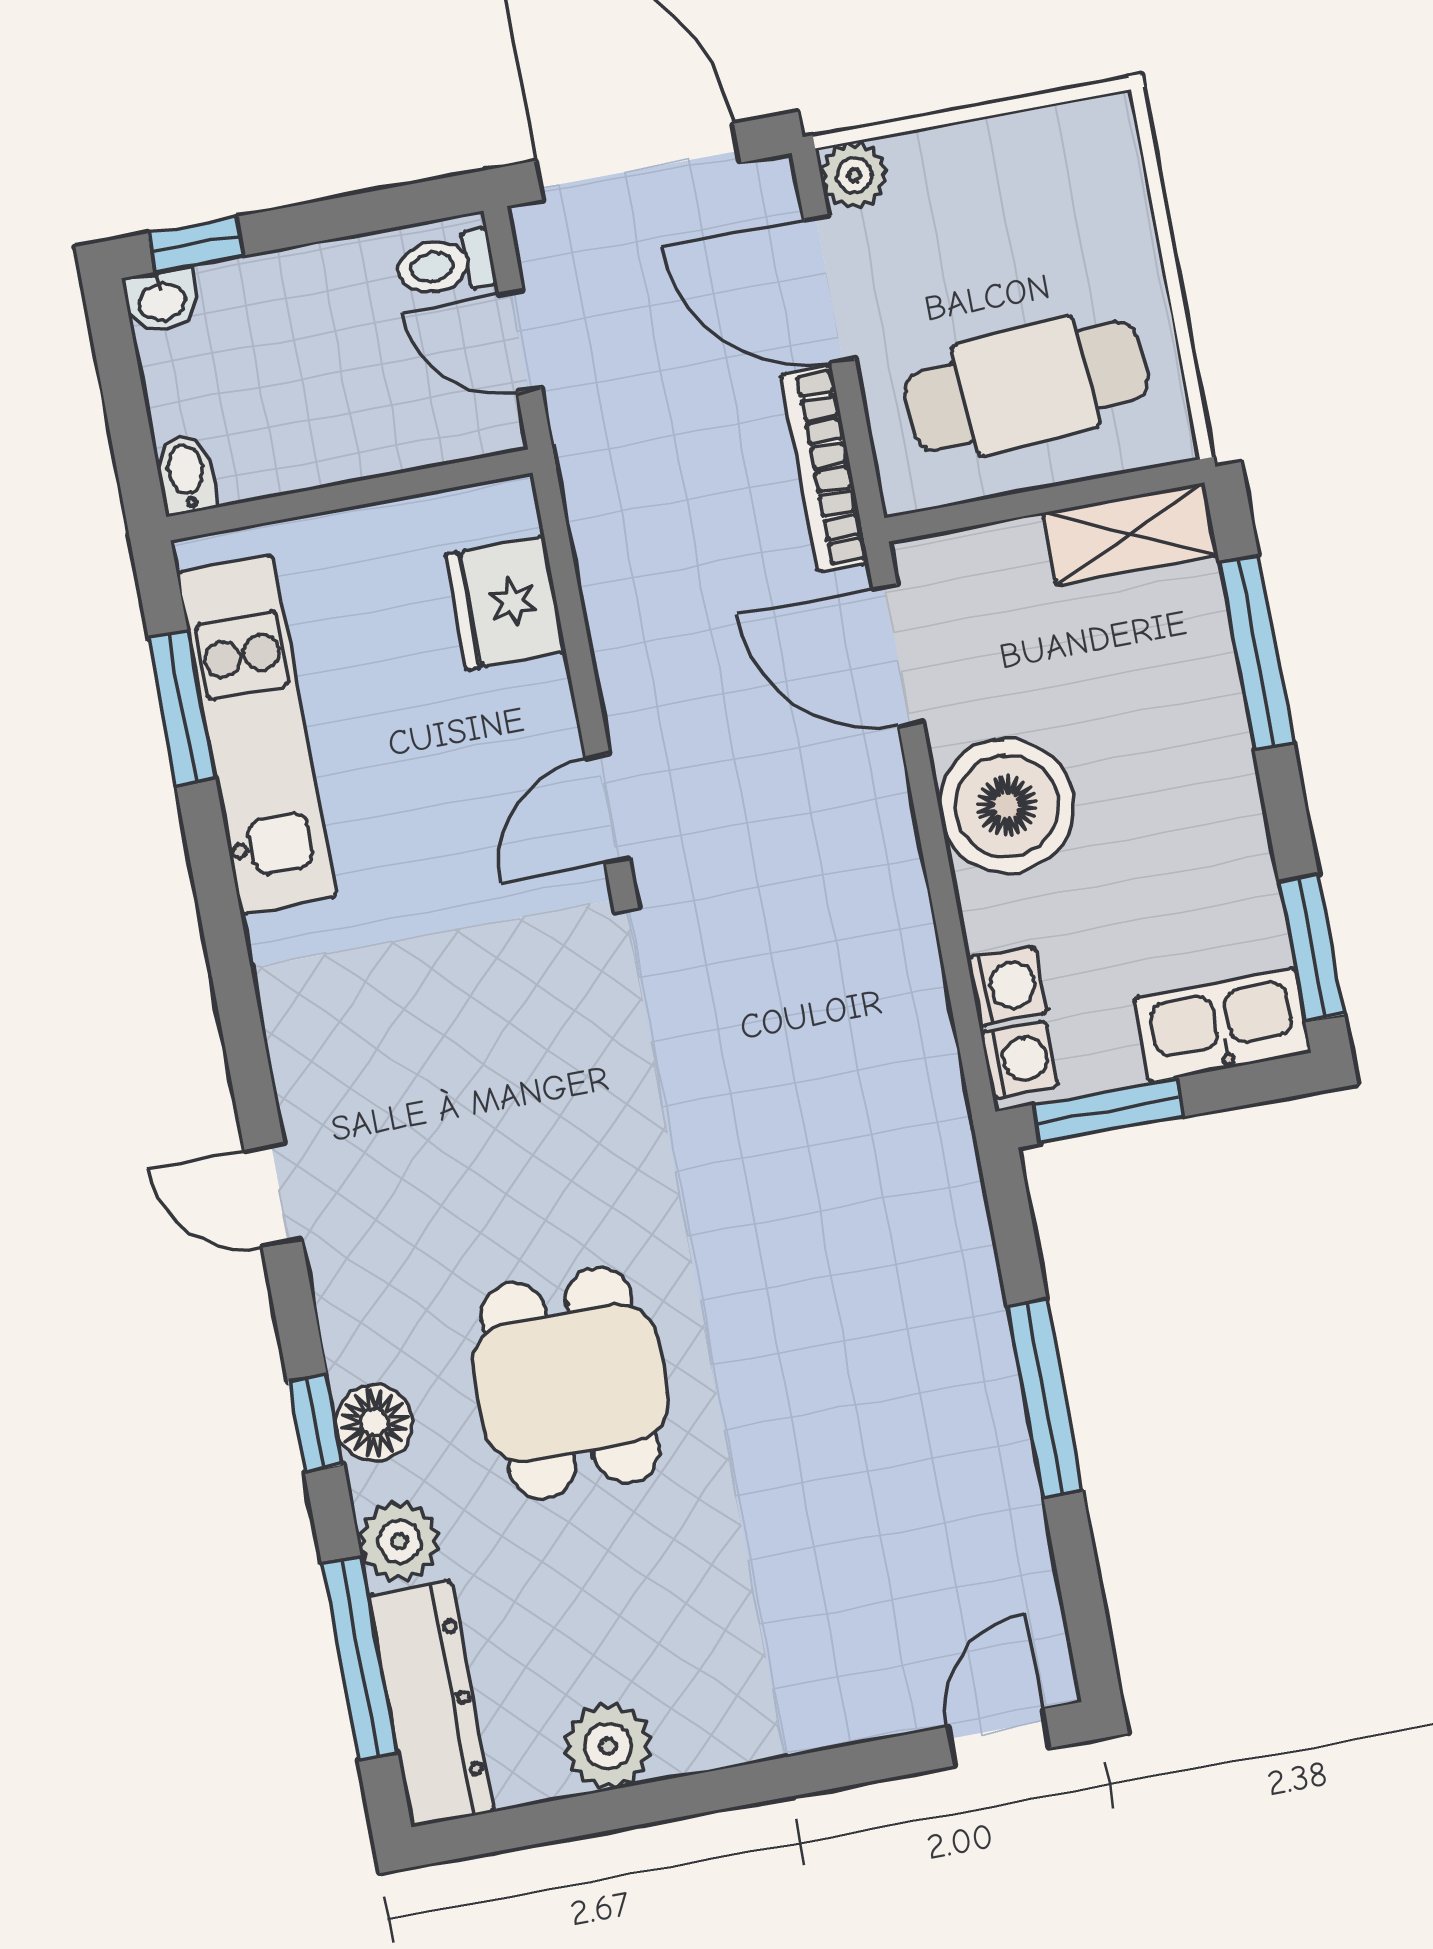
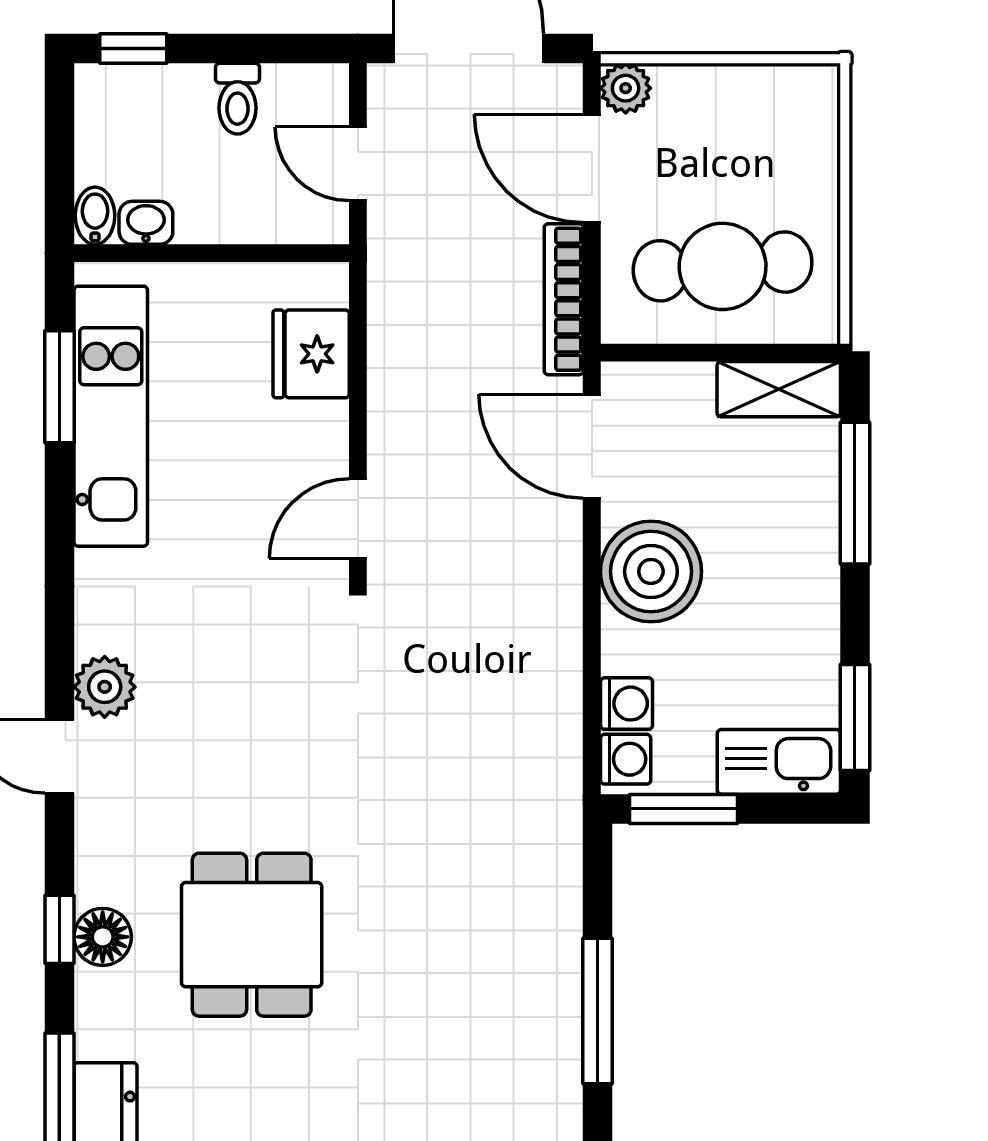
toilet: (445, 265) -> (237, 99), moved, turned -90
washbasin: (162, 300) -> (146, 223), moved, turned 180
plant: (399, 1541) -> (105, 687), moved

